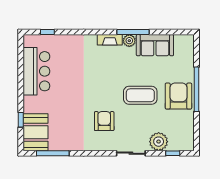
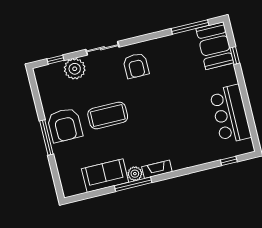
window: (197, 89) -> (46, 138), width x0.68
armchair: (104, 121) -> (136, 66), moved

